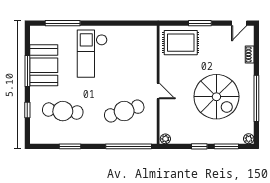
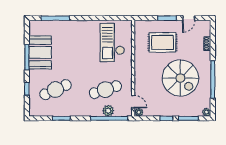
door: (239, 23) -> (189, 18), moved
rug: (181, 43) -> (163, 42), moved
checkout: (92, 54) -> (112, 43), moved
door: (158, 91) -> (133, 102), moved
cafe table: (63, 111) -> (56, 90), turned -30
plant: (128, 137) -> (108, 111), added

